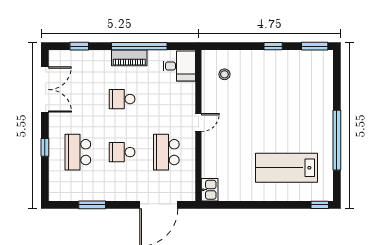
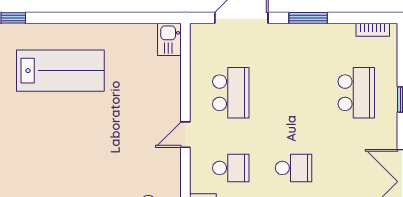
school desk: (122, 152) -> (231, 168), moved
bookcase: (66, 196) -> (373, 30), added
window: (92, 205) -> (308, 18), moved

